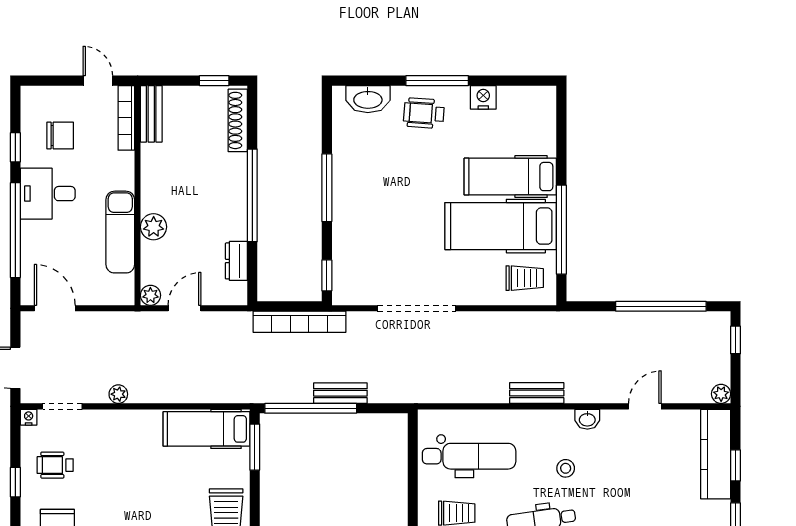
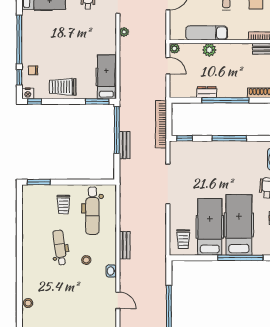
hospital bed: (510, 177) -> (239, 225), width x1.37, depth x1.29
window: (561, 230) -> (240, 258), moved
dresser: (236, 261) -> (207, 92), moved

